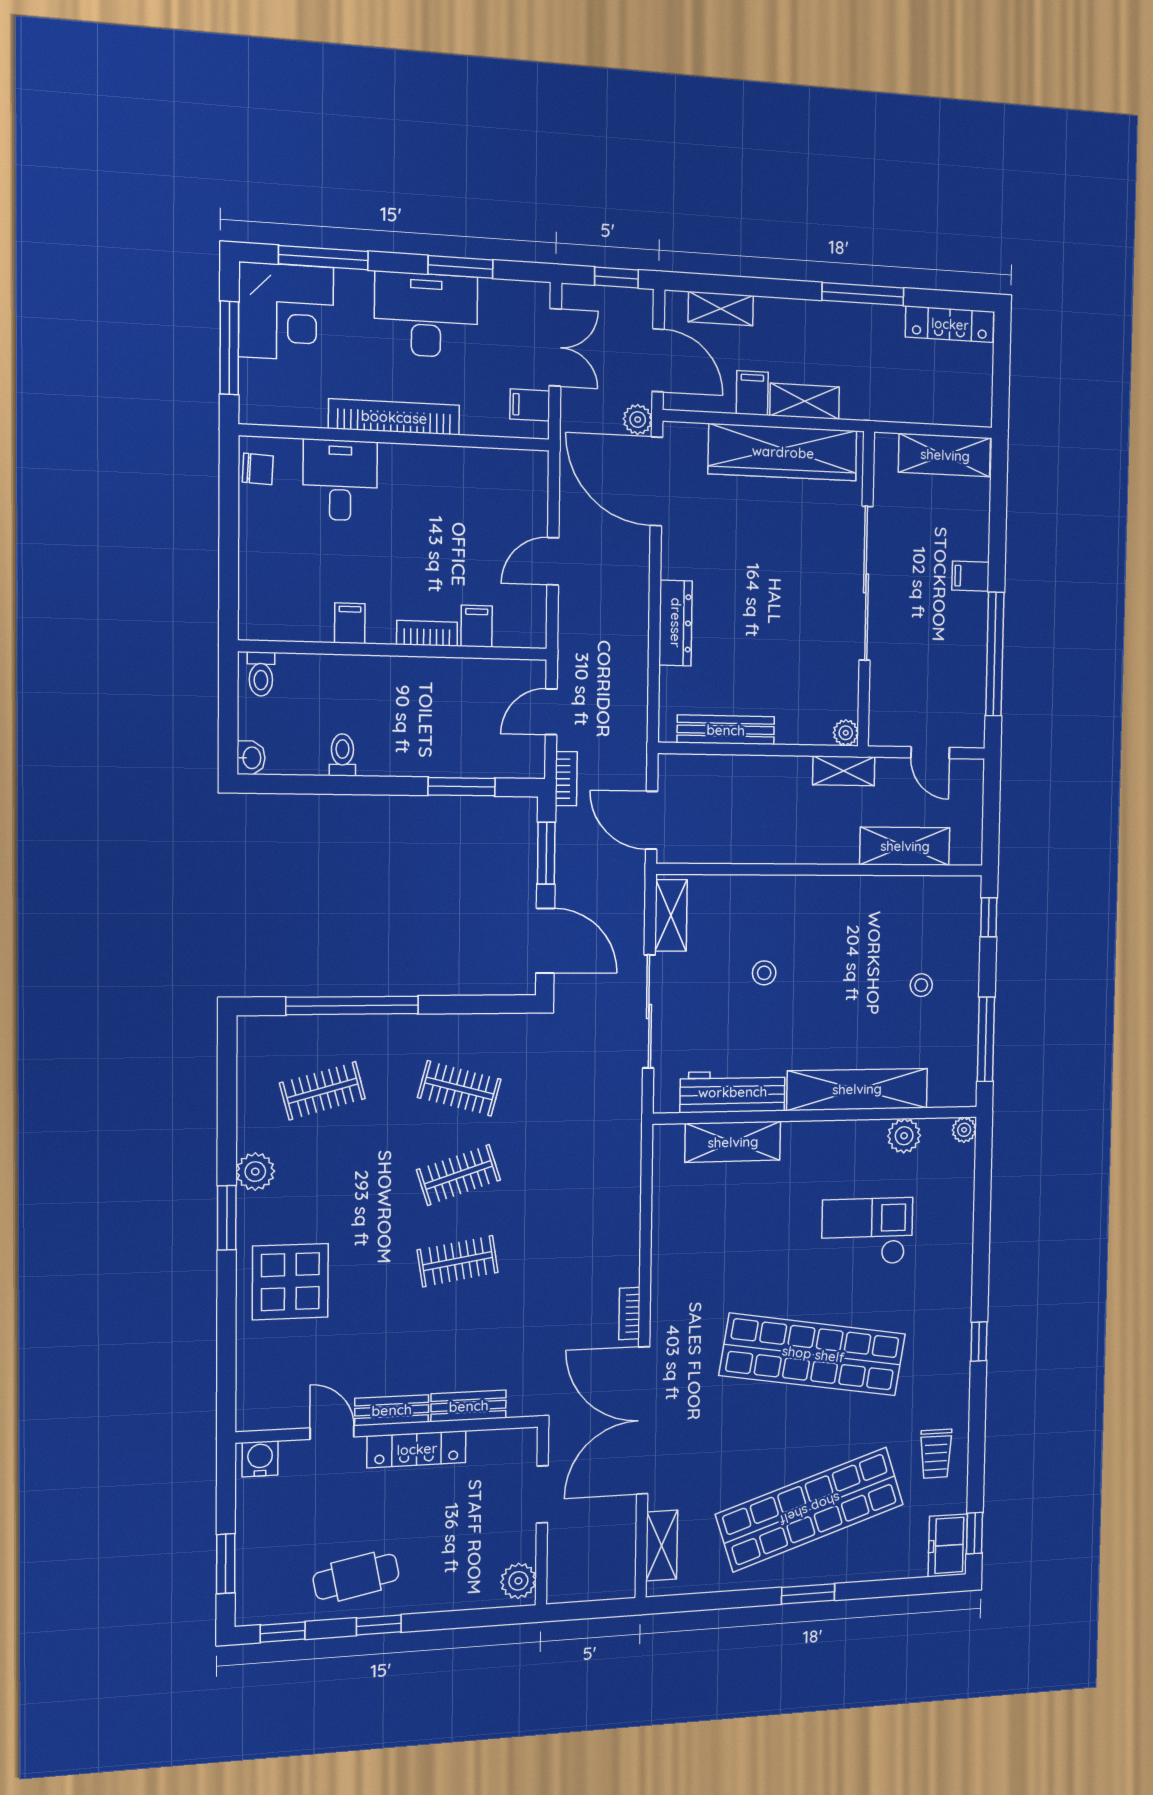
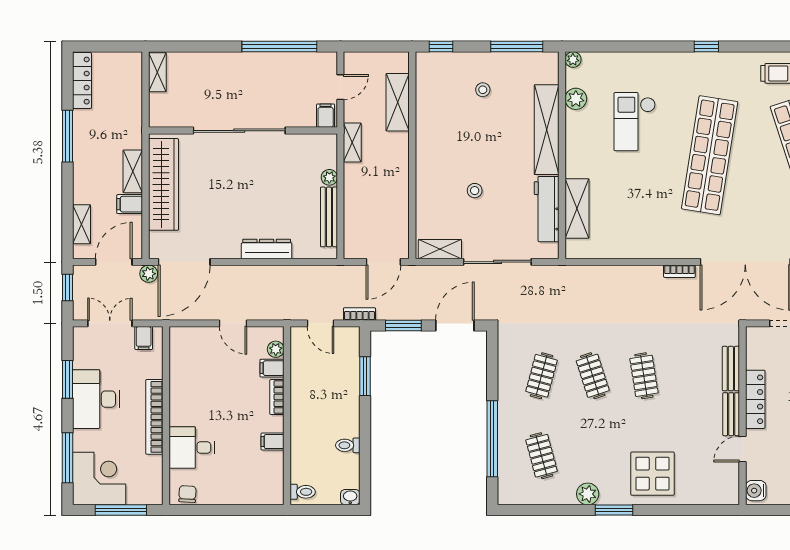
shelving: (945, 455) -> (157, 72), width x0.67, depth x0.75
filing cabinet: (971, 576) -> (326, 116), moved, turned 180
plant: (509, 634) -> (276, 349), added
plant: (846, 733) -> (329, 177), moved

